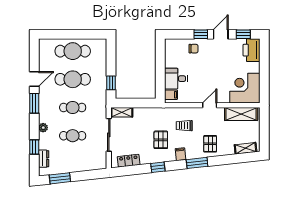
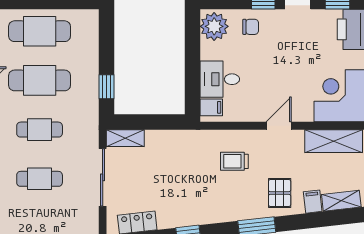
plant: (173, 48) -> (214, 26), added
pallet: (161, 140) -> (193, 186), removed
filing cabinet: (180, 154) -> (313, 202), moved

